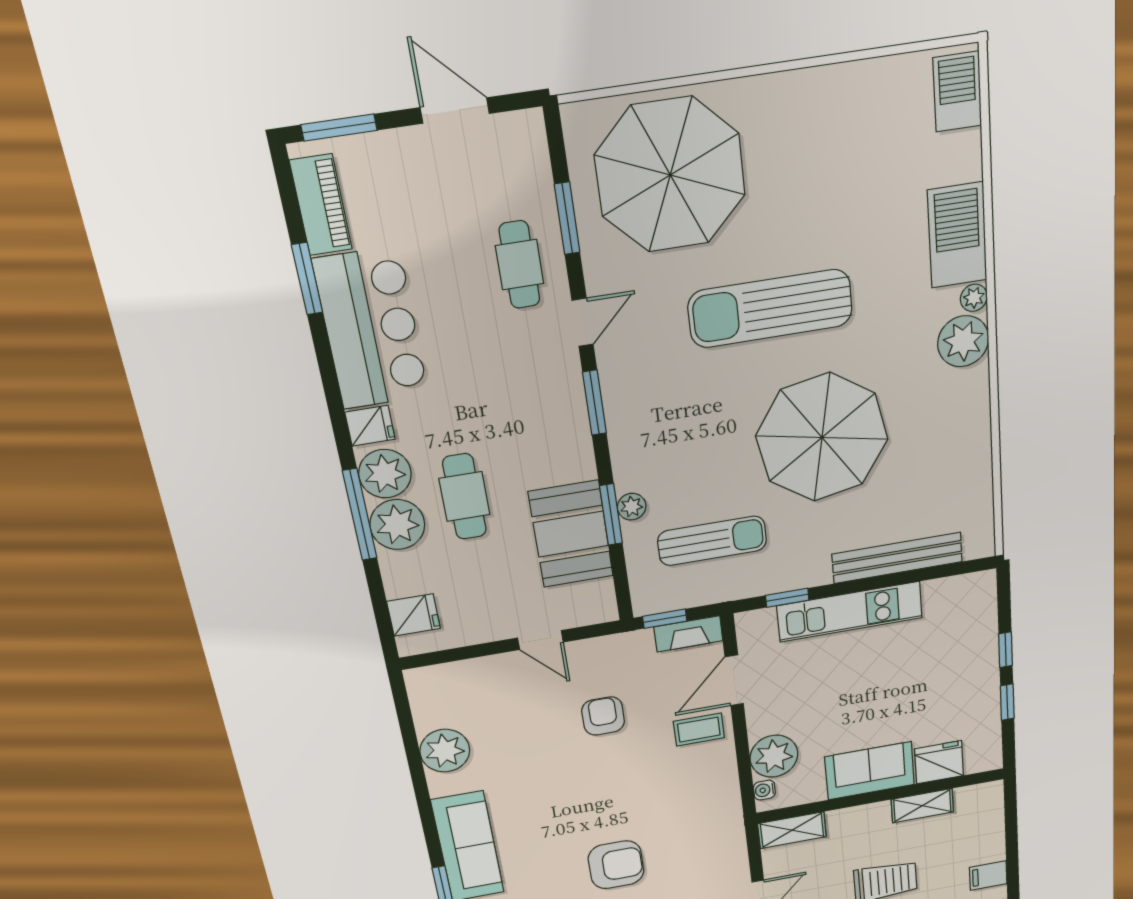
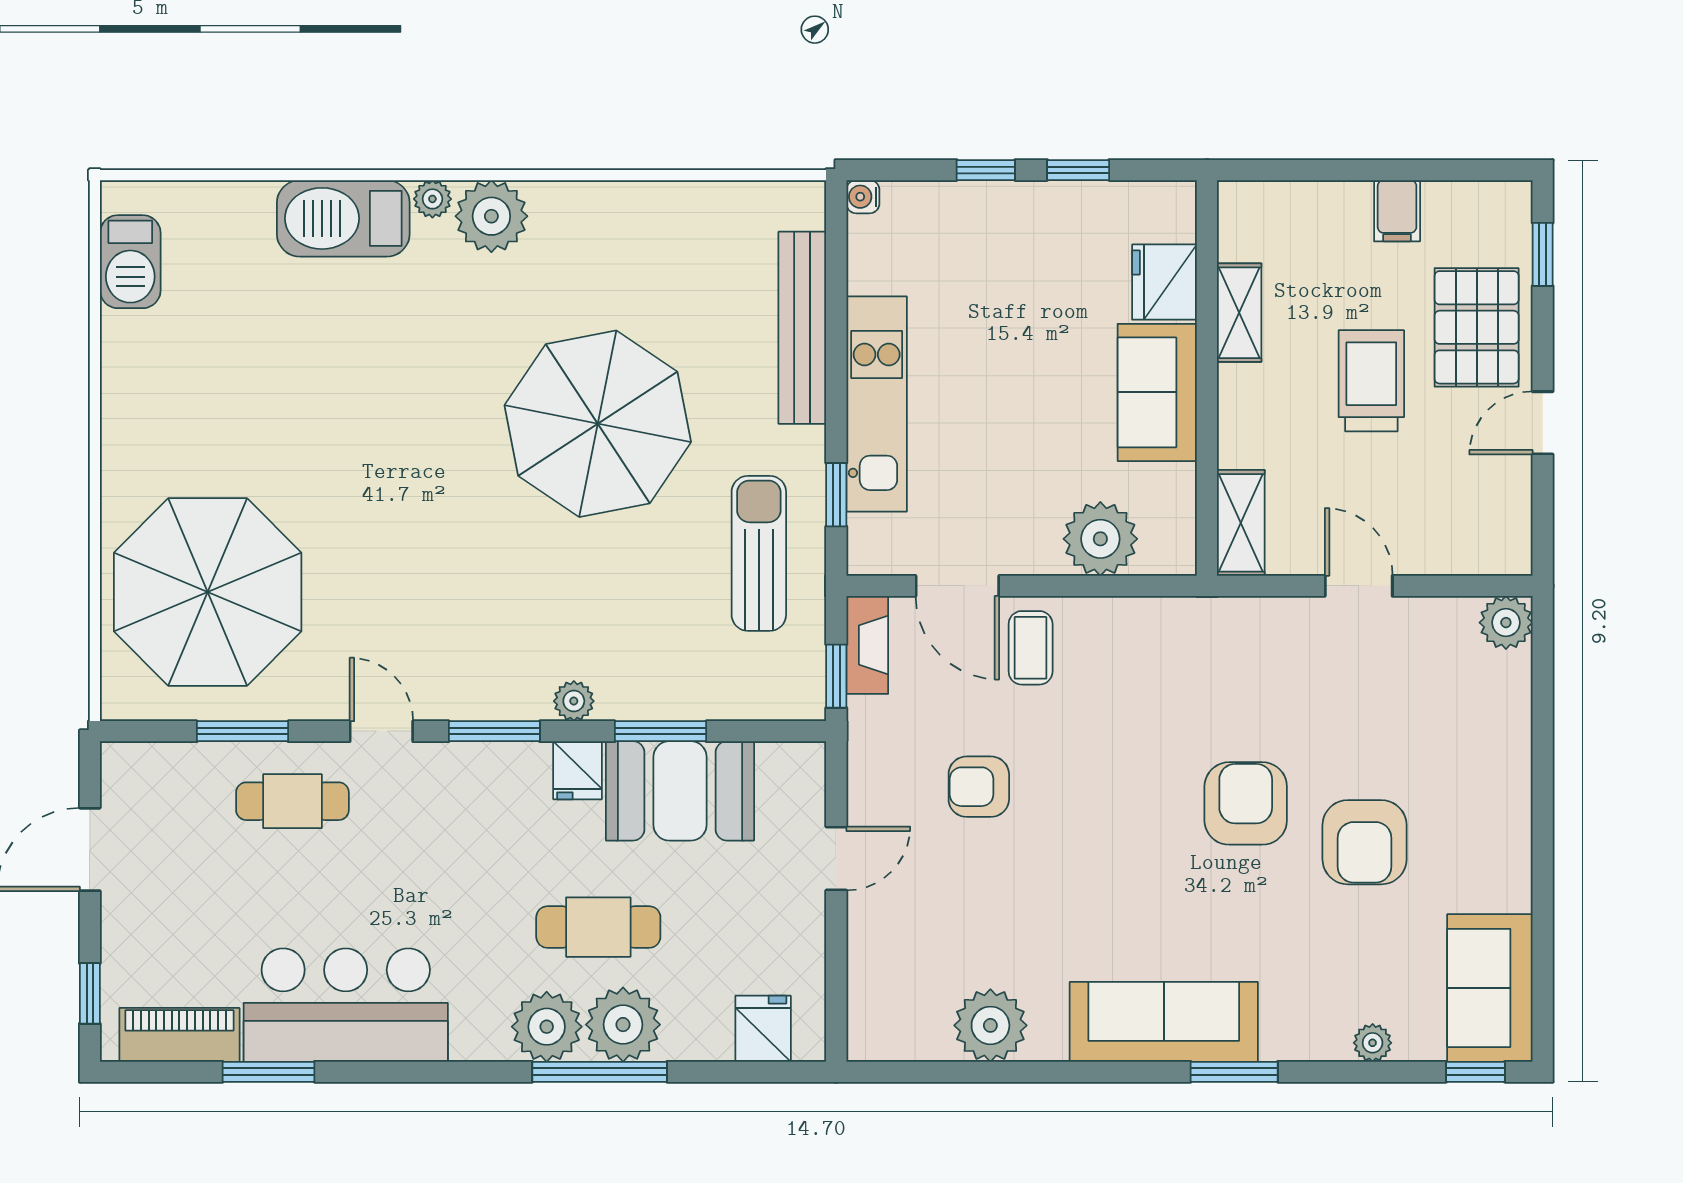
barbecue: (957, 92) -> (130, 262), moved, turned -90
window: (339, 128) -> (90, 993), width x0.67
sun lounger: (770, 309) -> (403, 479), removed
fridge: (370, 426) -> (578, 770), moved, turned 180
plant: (632, 507) -> (574, 701), moved
sun lounger: (712, 541) -> (759, 553), moved
water cooler: (764, 790) -> (863, 197), moved, turned 90

